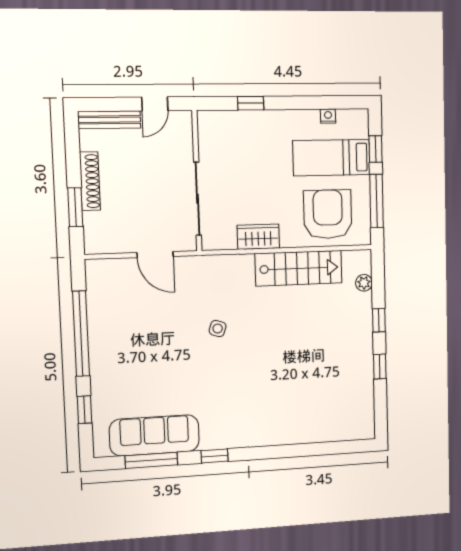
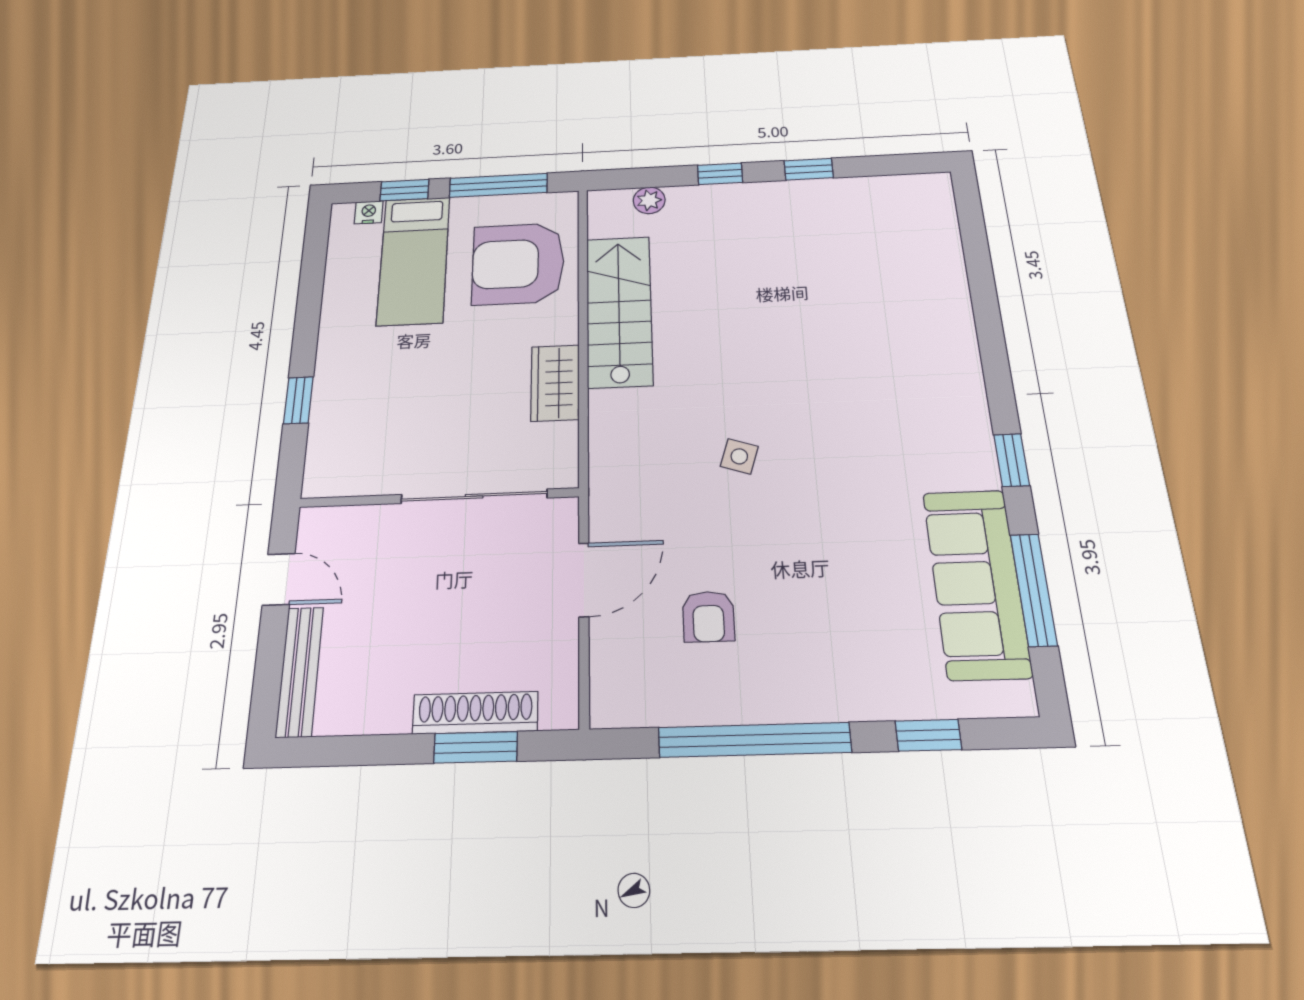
nightstand: (328, 116) -> (369, 212), moved, turned 90
shoe rack: (90, 181) -> (475, 713), moved
armchair: (138, 313) -> (708, 617), added

